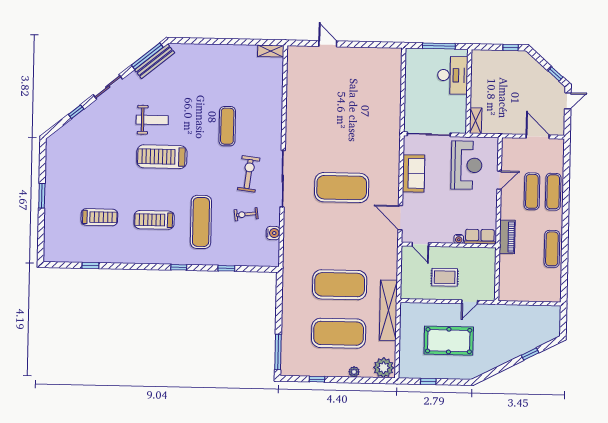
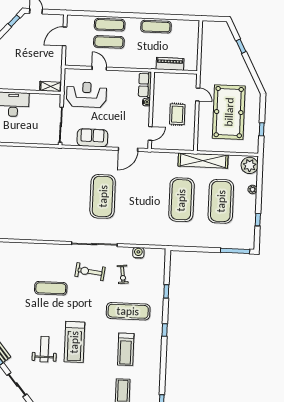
piano: (507, 237) -> (170, 64), moved
pool table: (449, 341) -> (229, 112), width x1.36, depth x1.32

